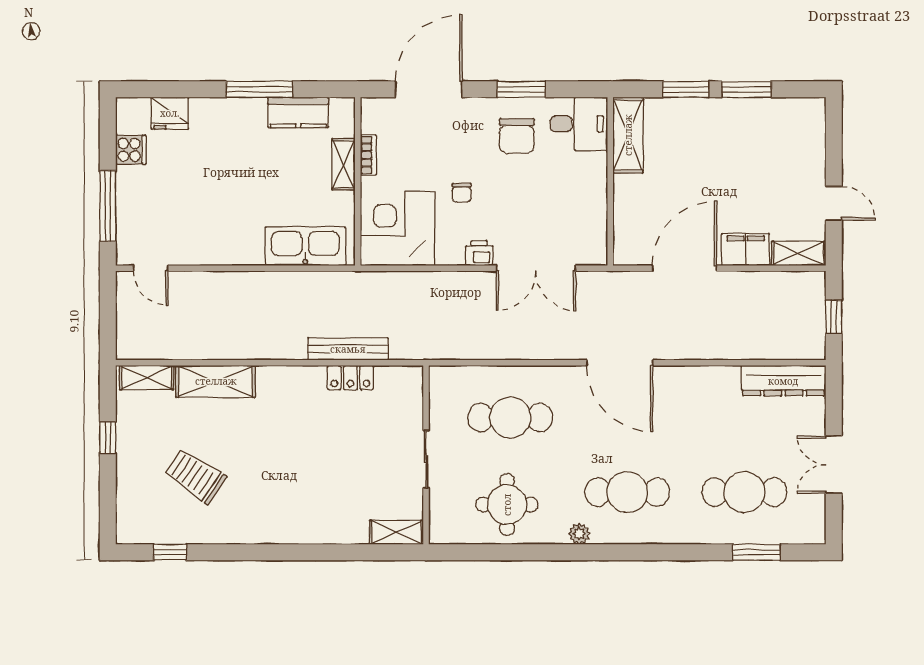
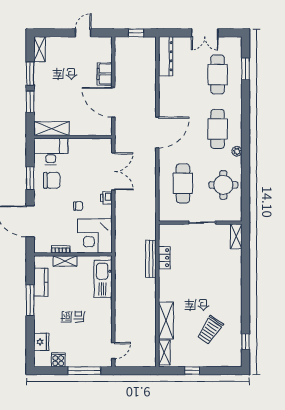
desk: (579, 124) -> (51, 151), width x1.37
shelving: (799, 253) -> (39, 49), moved

